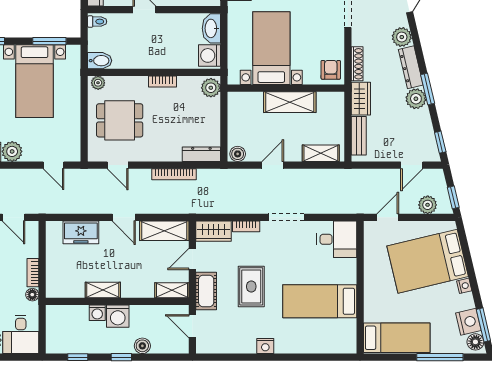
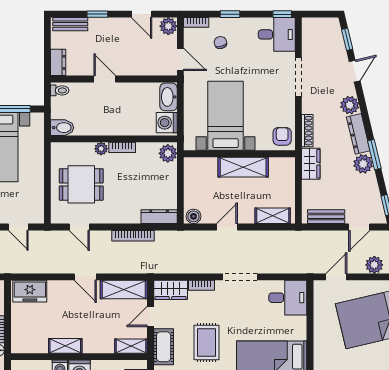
plant: (98, 83) -> (101, 149), moved
bench: (359, 136) -> (326, 217), moved, turned 90
freezer: (81, 232) -> (30, 291), moved

